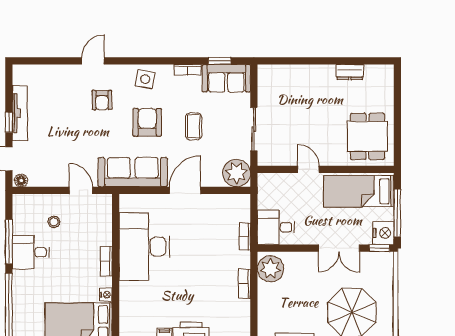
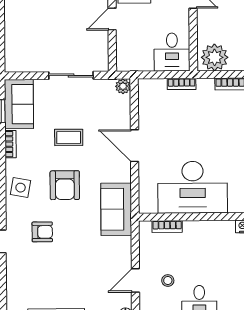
armchair: (147, 122) -> (65, 185), turned -90
sofa: (133, 172) -> (116, 209), width x0.73
plant: (237, 173) -> (123, 86), width x0.53, depth x0.53
door: (81, 190) -> (135, 280), moved
bookcase: (106, 261) -> (167, 227), moved

